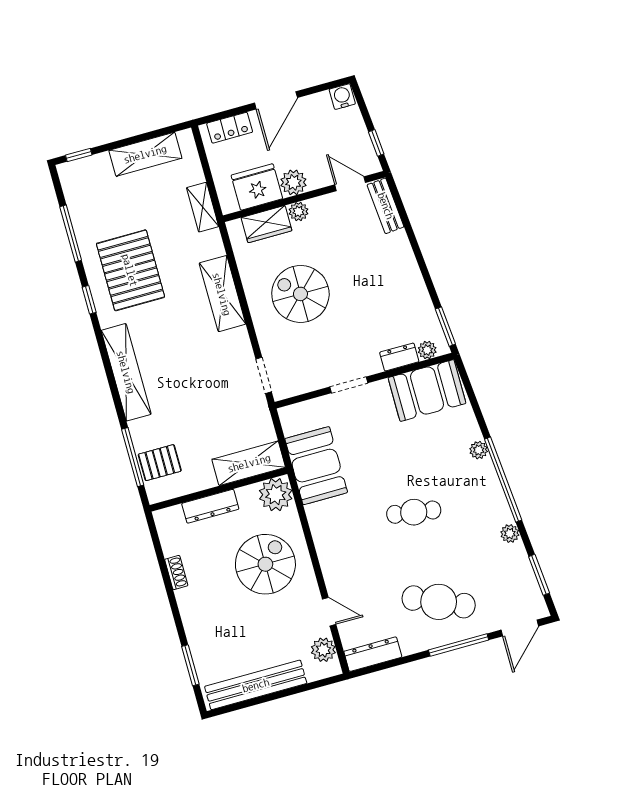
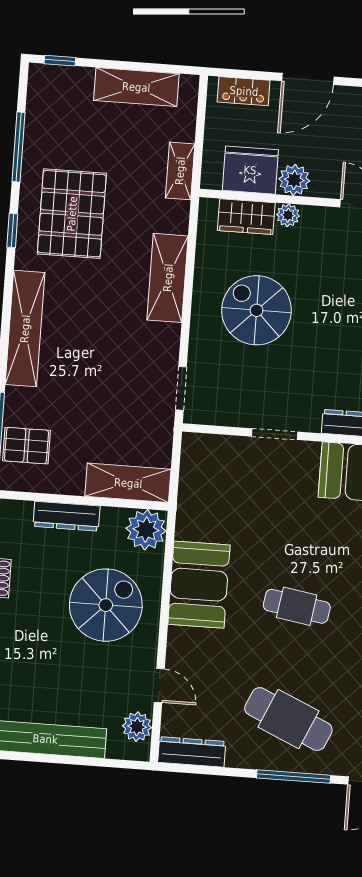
booth: (316, 466) -> (199, 585), moved

